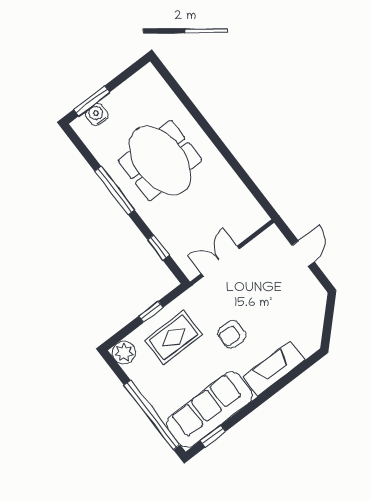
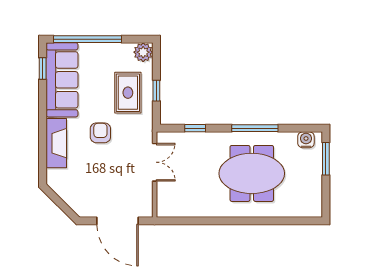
water cooler: (97, 114) -> (306, 140), moved, turned -90
door: (303, 254) -> (118, 221), width x1.87

